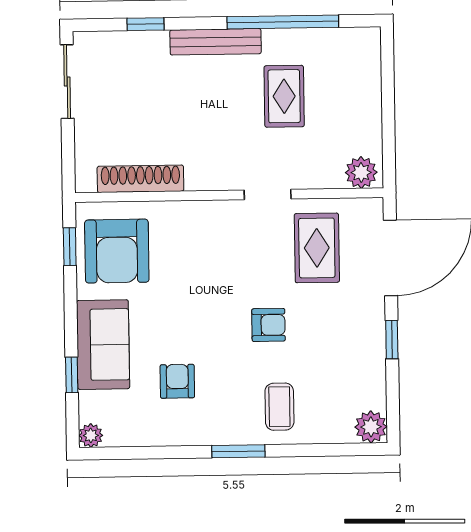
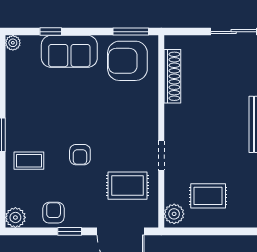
rug: (284, 96) -> (208, 196), moved
window: (70, 247) -> (131, 32), width x1.50
armchair: (177, 381) -> (54, 213), moved, turned -90

